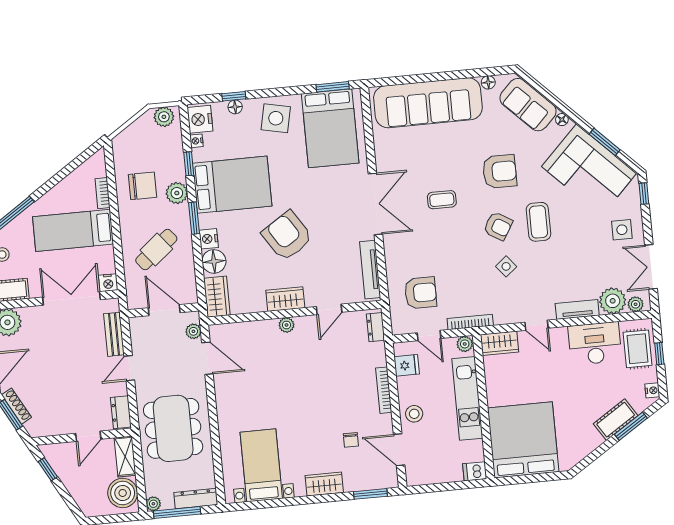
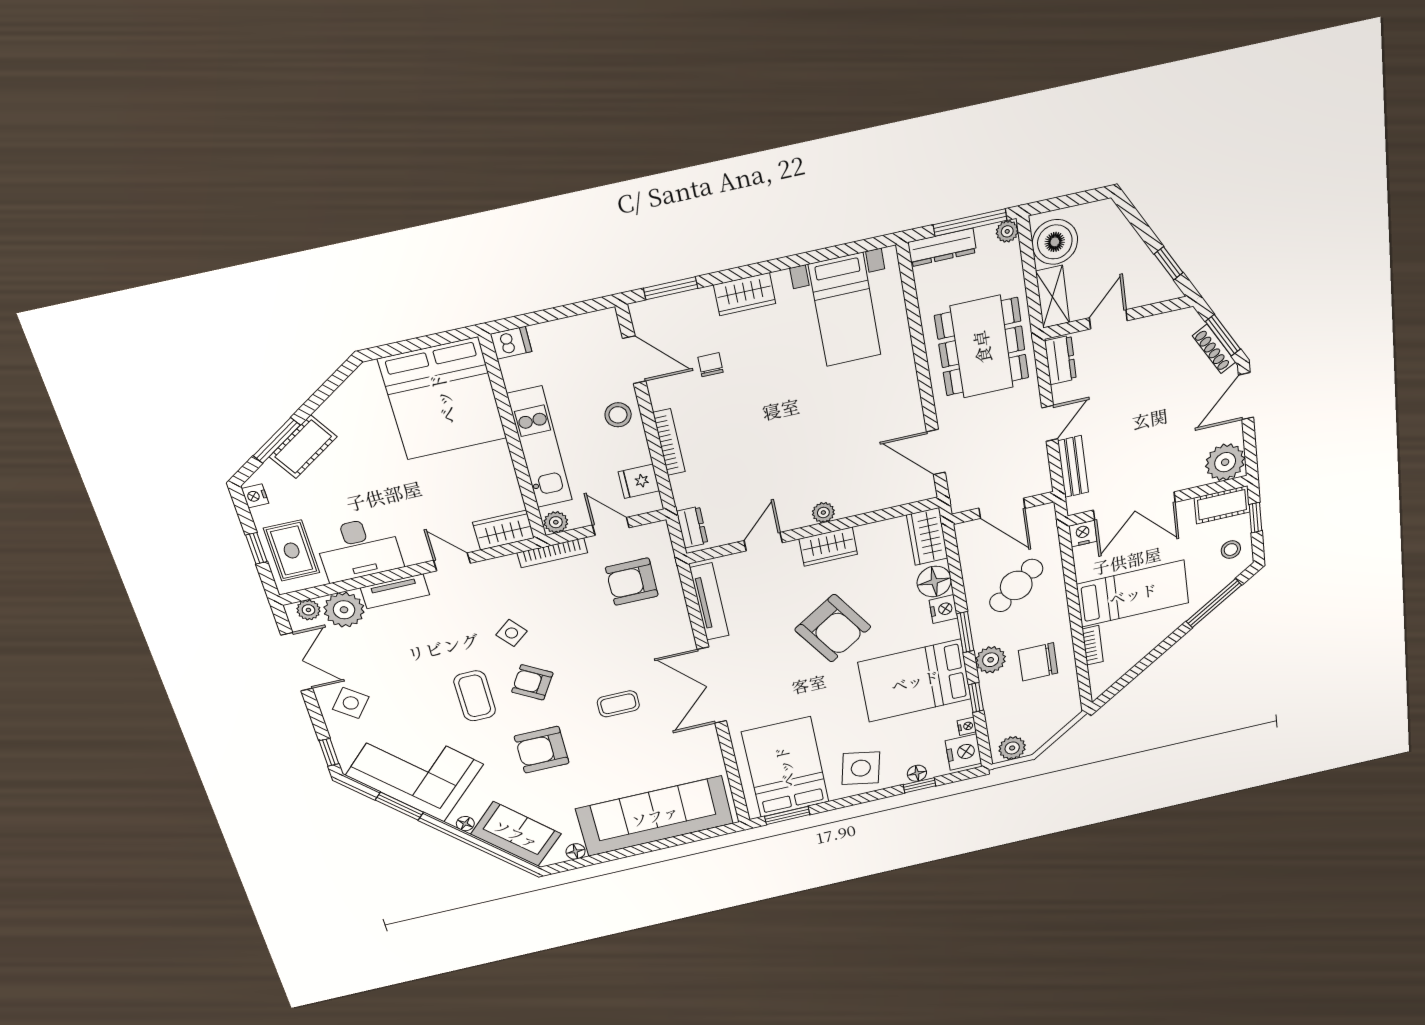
side table: (622, 230) -> (351, 703), turned 38
plant: (193, 331) -> (958, 486), removed

